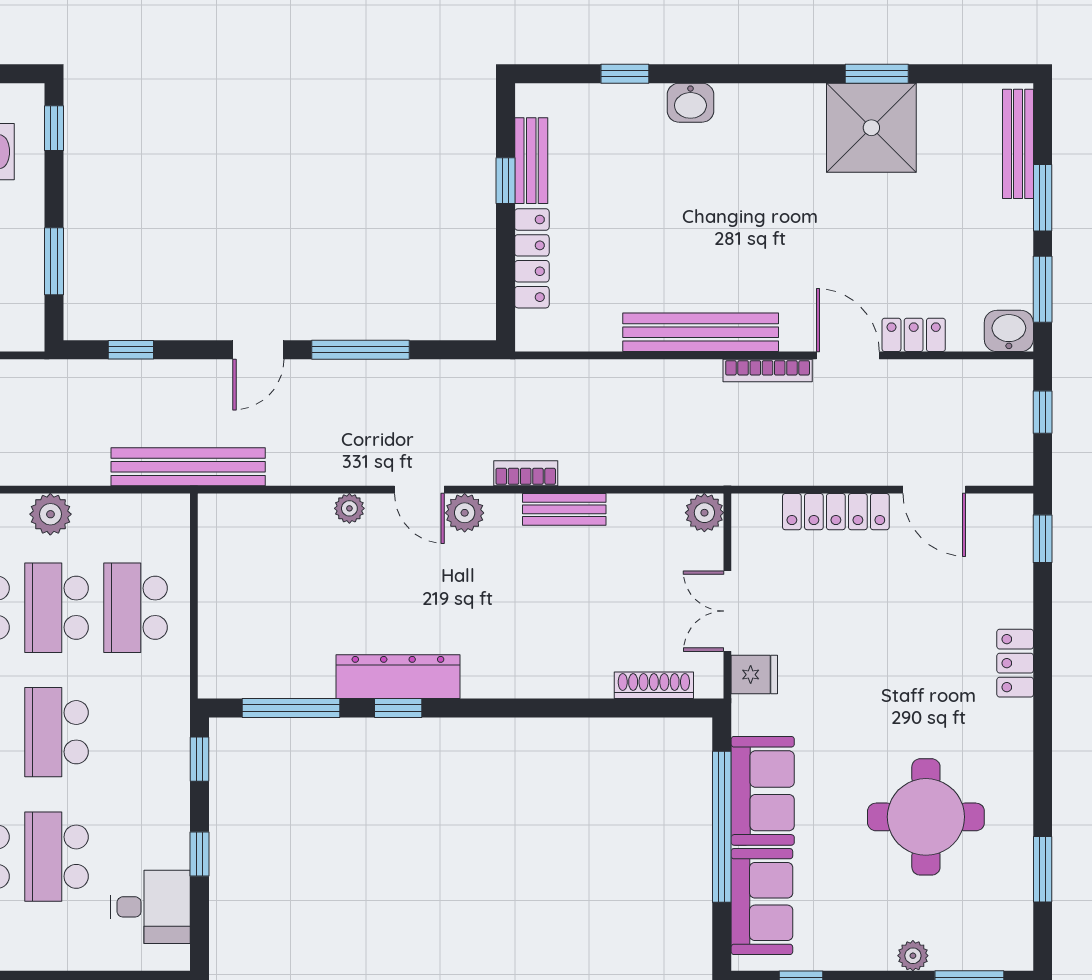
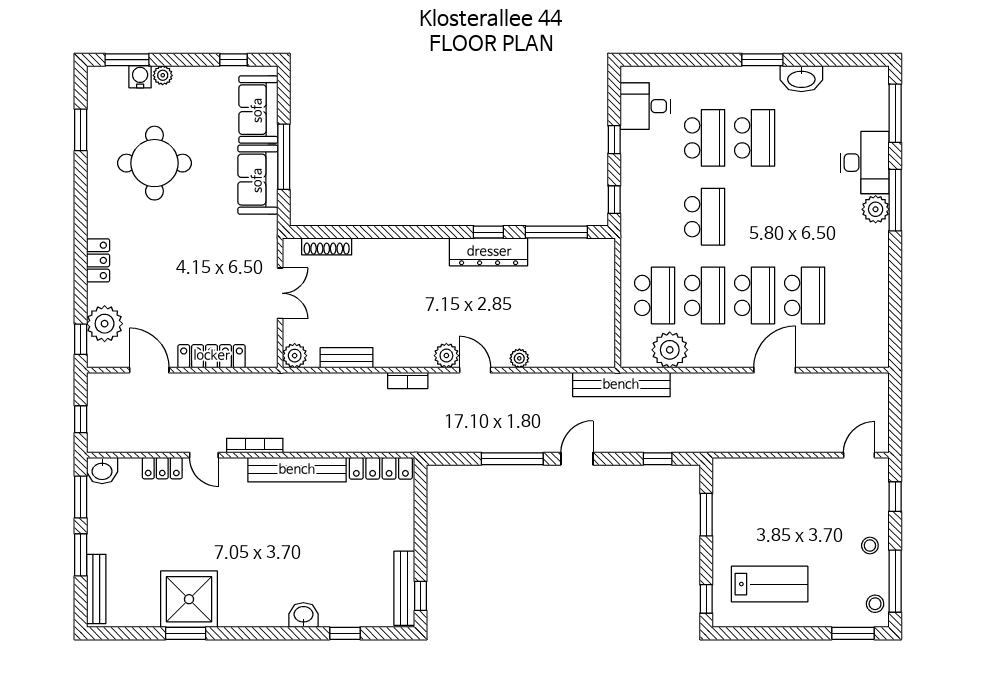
bench: (531, 161) -> (404, 588), width x1.36
window: (505, 181) -> (421, 596), moved
locker: (532, 258) -> (381, 468), moved, turned -90
door: (848, 355) -> (204, 455), width x0.73
bench: (564, 509) -> (347, 358), moved
plant: (50, 514) -> (670, 350), moved, width x1.36, depth x1.36
plant: (1005, 563) -> (105, 324), added
fridge: (754, 675) -> (263, 253), removed
window: (722, 827) -> (284, 157), width x0.68
water cooler: (949, 953) -> (140, 77), added

